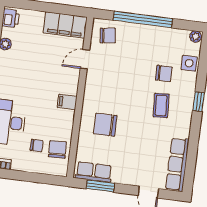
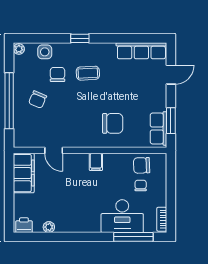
chair: (108, 36) -> (38, 100), moved, turned -150
chair: (105, 125) -> (113, 123), turned -90

